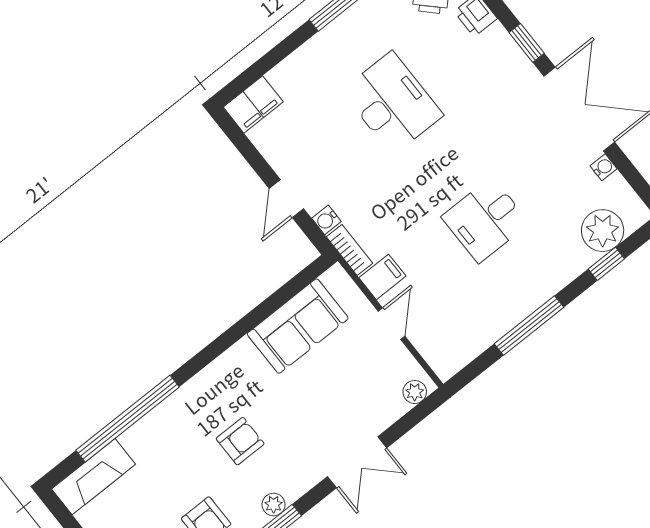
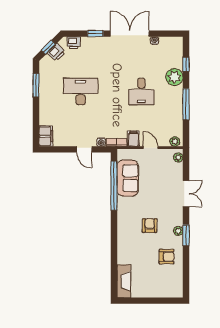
plant: (603, 231) -> (174, 77), moved
plant: (440, 361) -> (175, 142), added
window: (128, 419) -> (114, 186), moved

